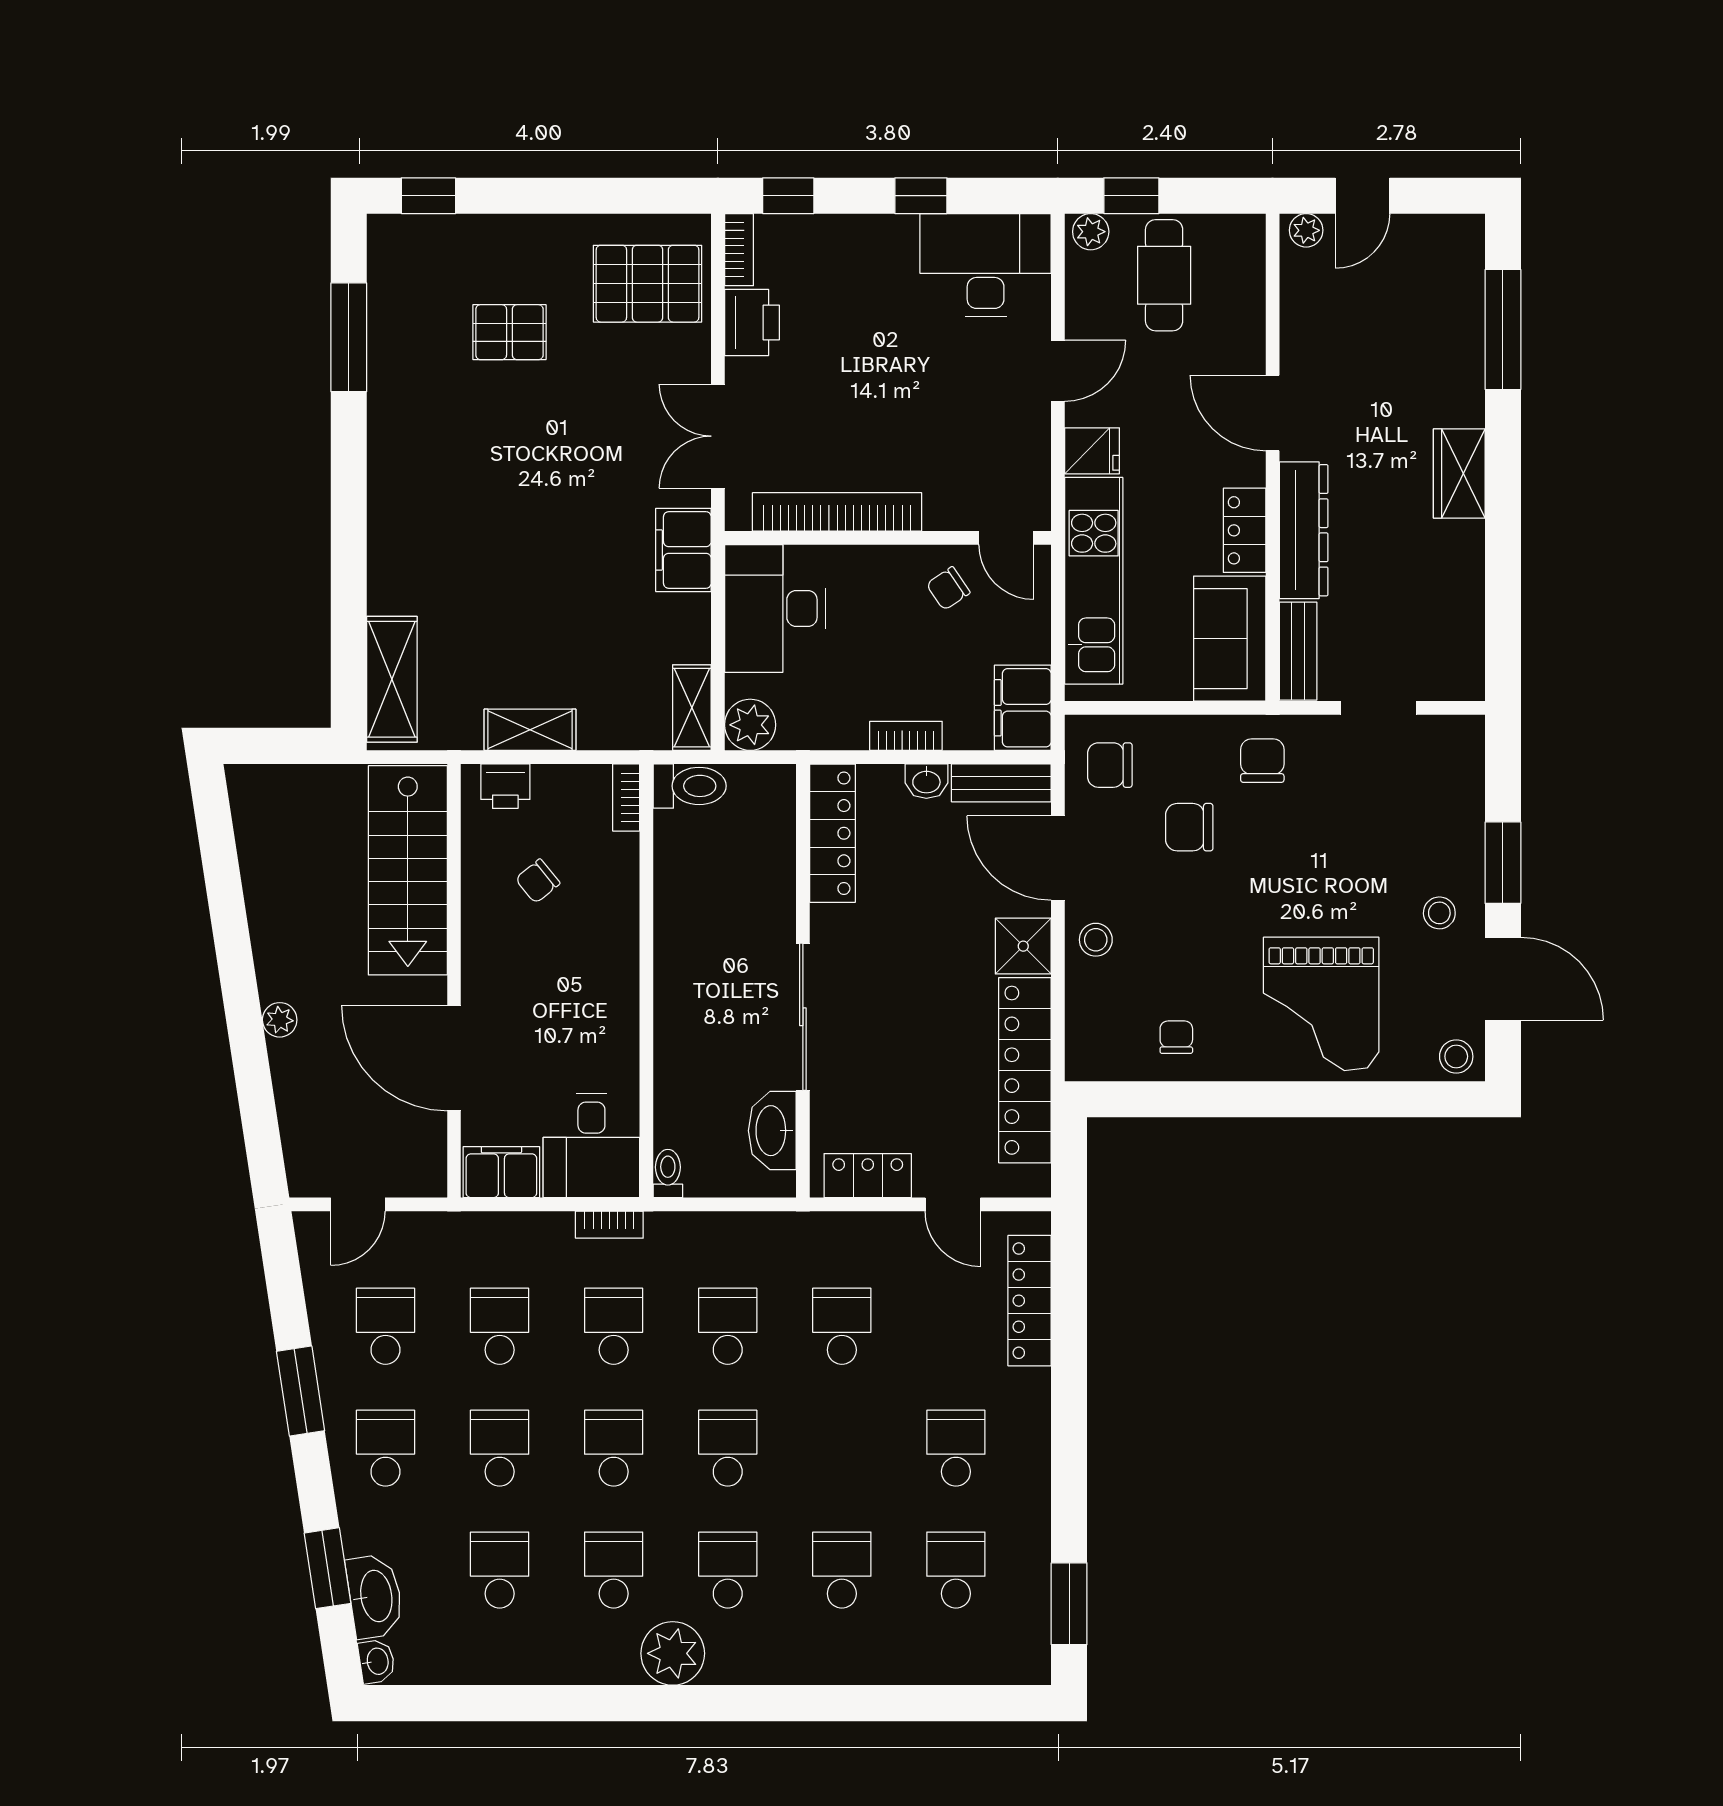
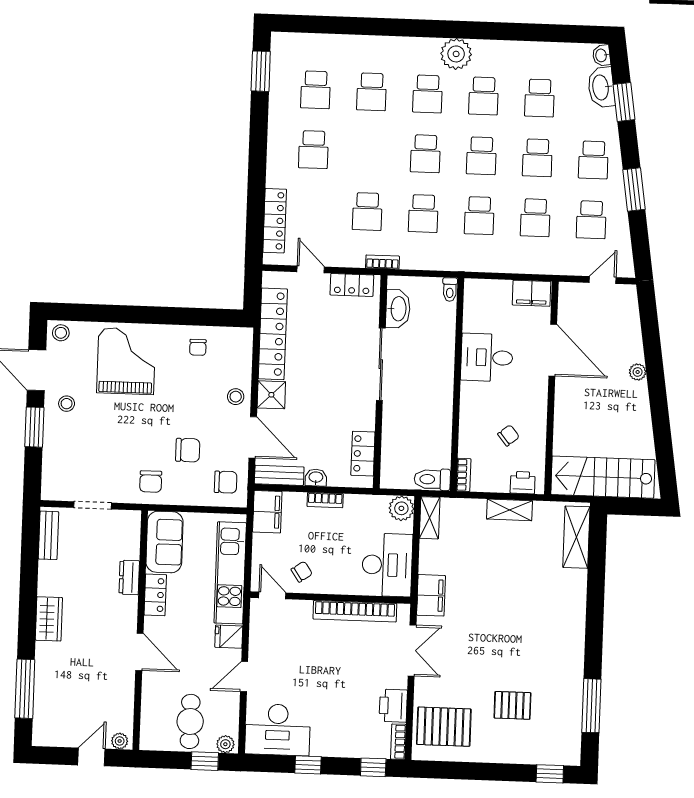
dresser: (1304, 530) -> (129, 577), width x0.51, depth x0.80
bench: (1298, 651) -> (48, 535), moved
locker: (832, 833) -> (363, 454), width x0.66
stairs: (408, 870) -> (603, 477), moved, turned -90
desk: (591, 1146) -> (487, 357), moved, turned -90
bookcase: (609, 1225) -> (382, 262), moved

